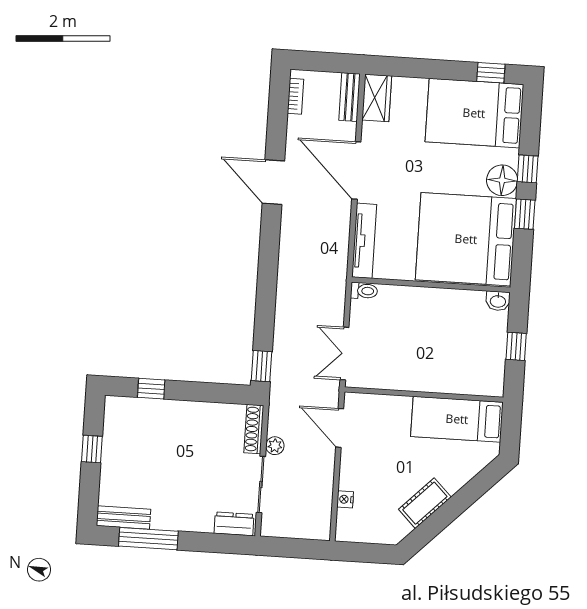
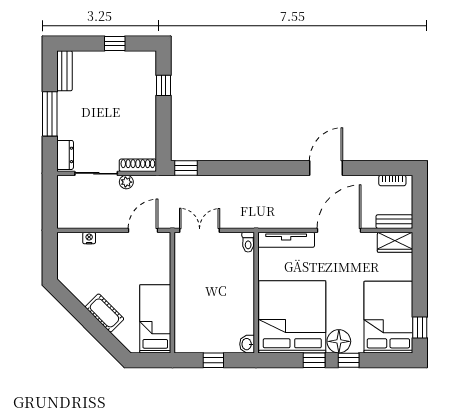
cot: (425, 503) -> (104, 313), moved
window: (148, 539) -> (50, 114), moved

